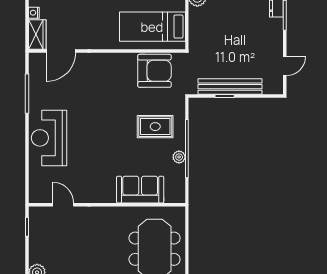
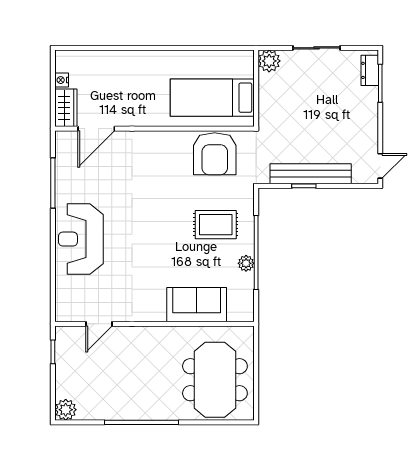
door: (285, 66) -> (380, 166), moved
armchair: (154, 71) -> (215, 154), turned 90
door: (63, 205) -> (99, 324), swing flipped

